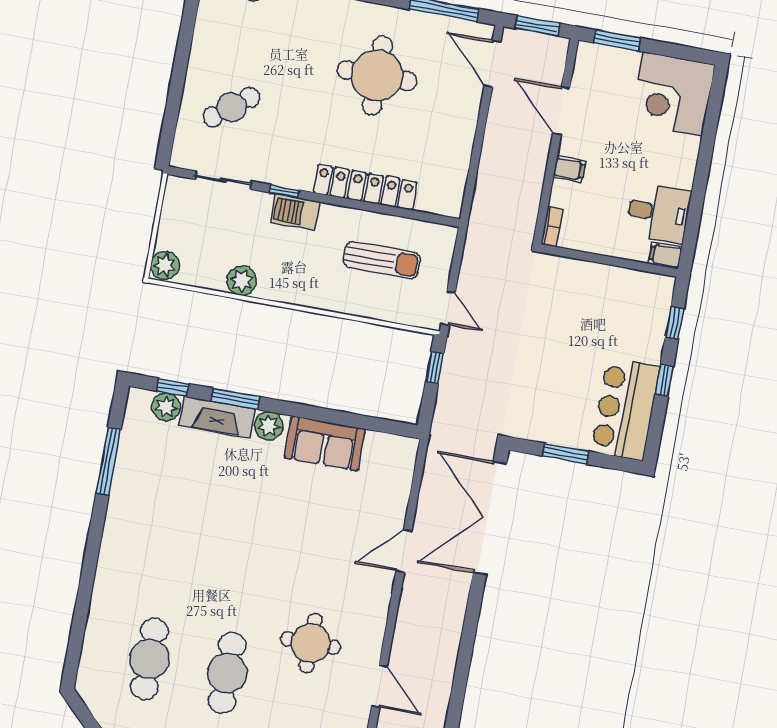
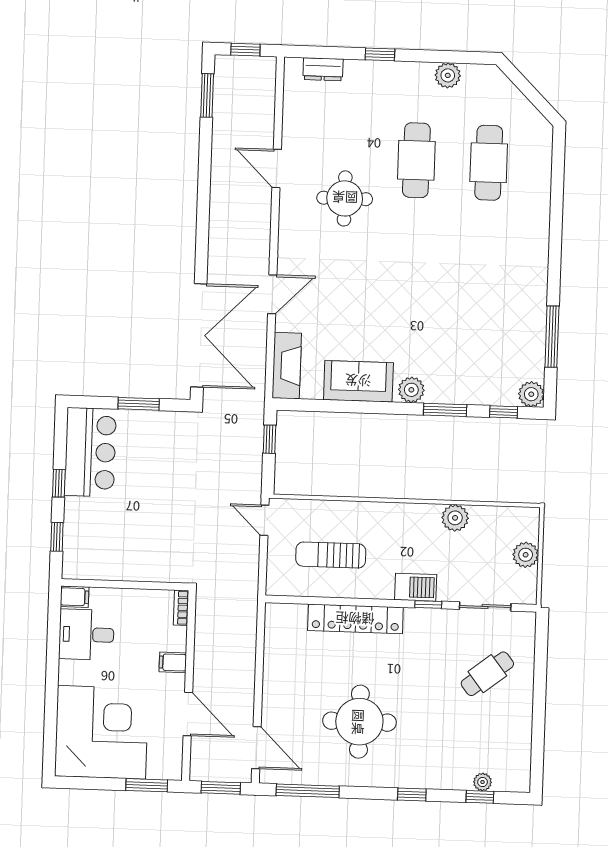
corner desk: (673, 94) -> (101, 732), width x1.36, depth x1.36
plant: (165, 265) -> (526, 555), moved
window: (435, 367) -> (270, 439), moved
plant: (166, 407) -> (531, 394), moved
fireplace: (217, 417) -> (287, 366), moved, turned 90

